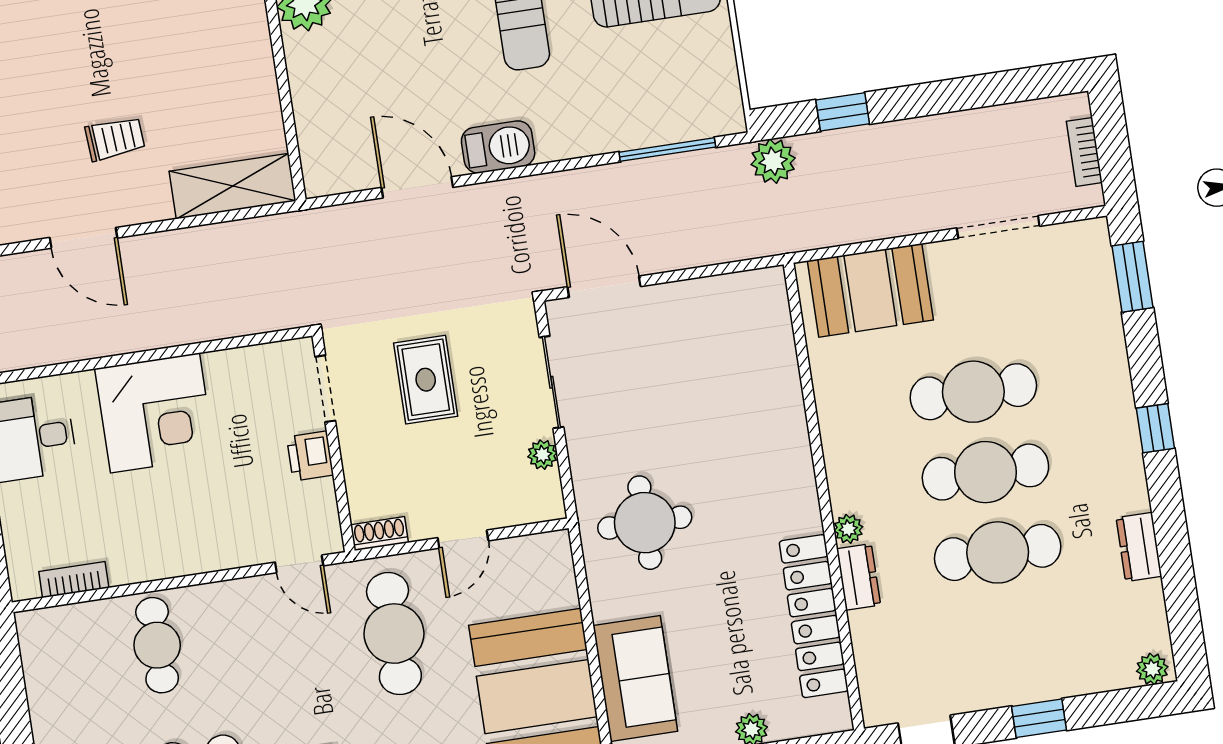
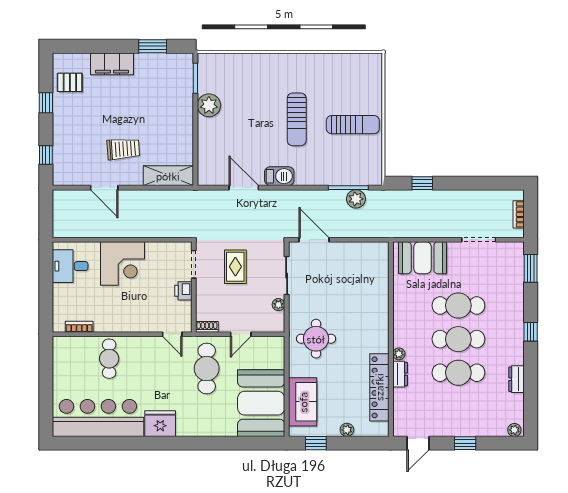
trolley: (115, 139) -> (123, 149), width x1.36, depth x1.39
plant: (773, 161) -> (356, 199), moved

